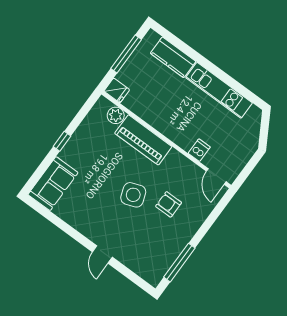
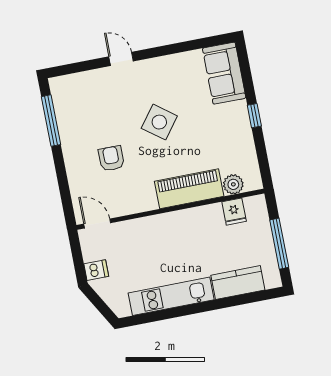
fridge: (117, 90) -> (234, 212), moved, turned -90
dishwasher: (199, 150) -> (96, 270), moved, turned -90
side table: (133, 195) -> (159, 122), moved, turned -33
armchair: (169, 204) -> (111, 158), turned -90

